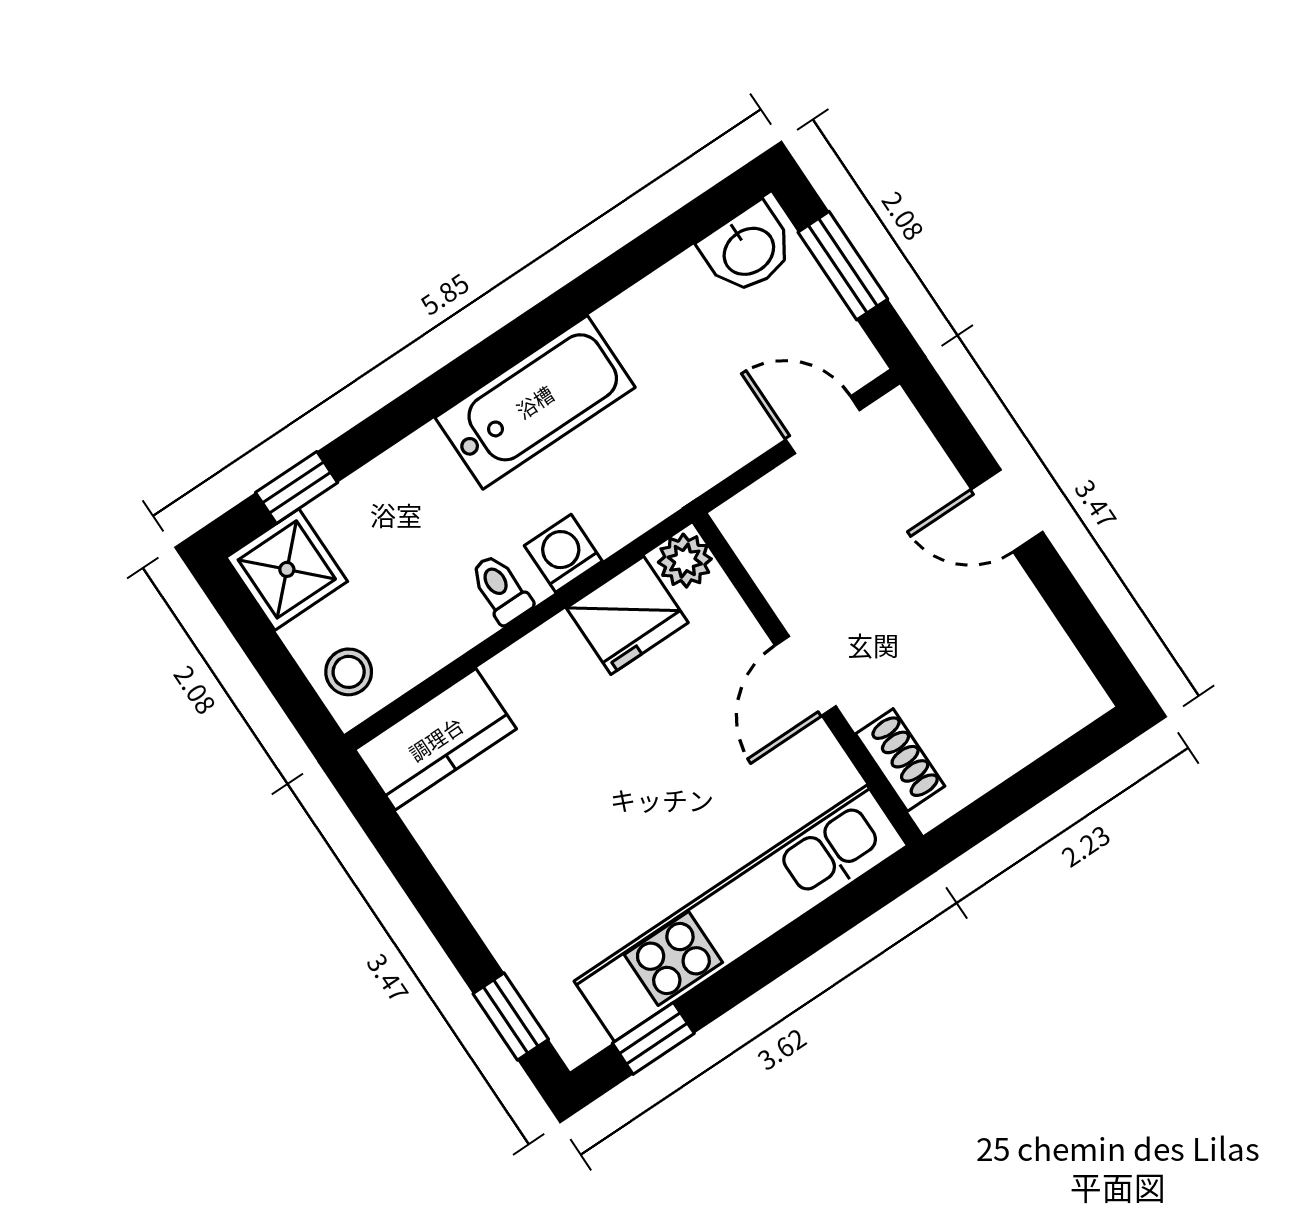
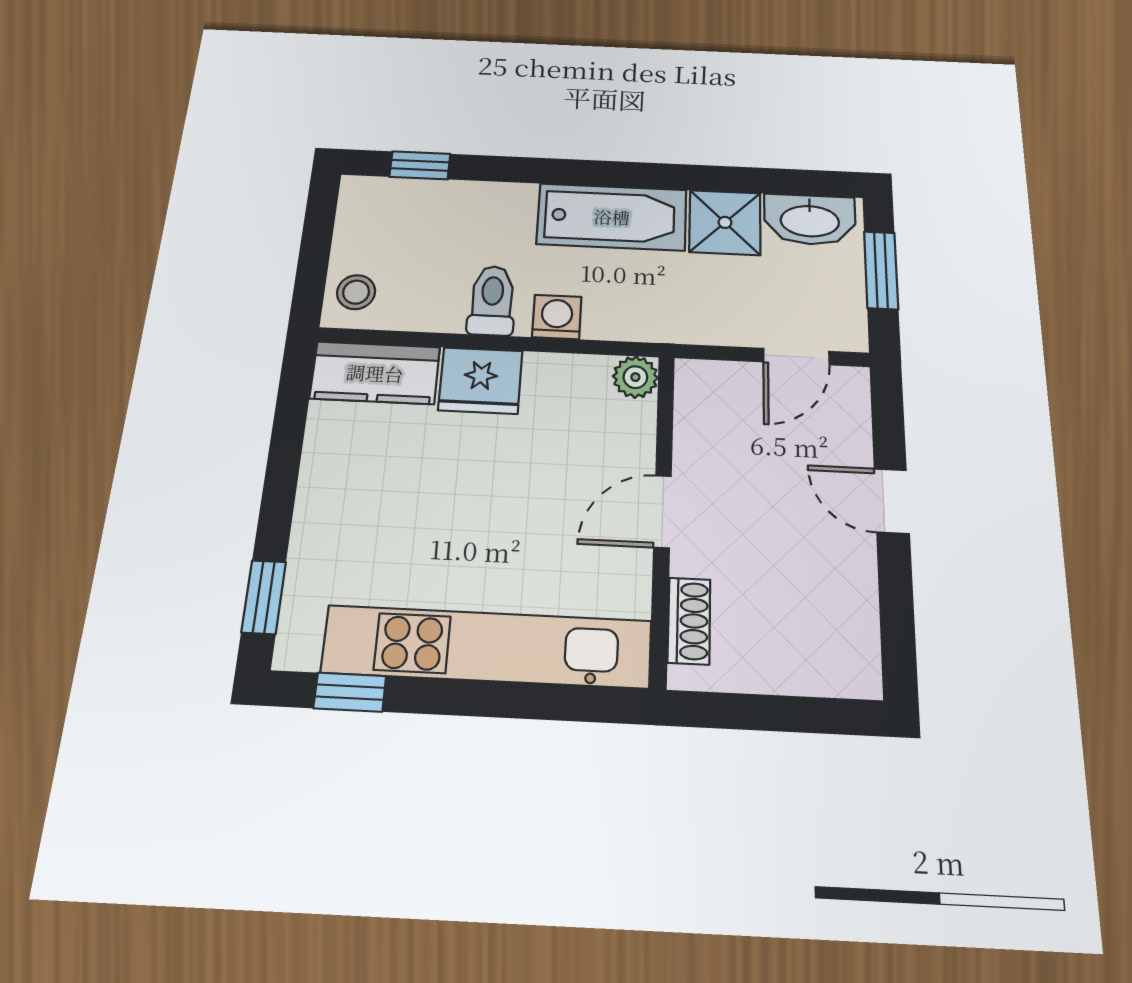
washbasin: (748, 250) -> (810, 220), width x1.38
door: (823, 425) -> (796, 357), swing flipped
shower: (287, 569) -> (725, 222), moved
toilet: (501, 589) -> (492, 301), width x1.37, depth x1.39
fridge: (627, 615) -> (480, 380), moved

